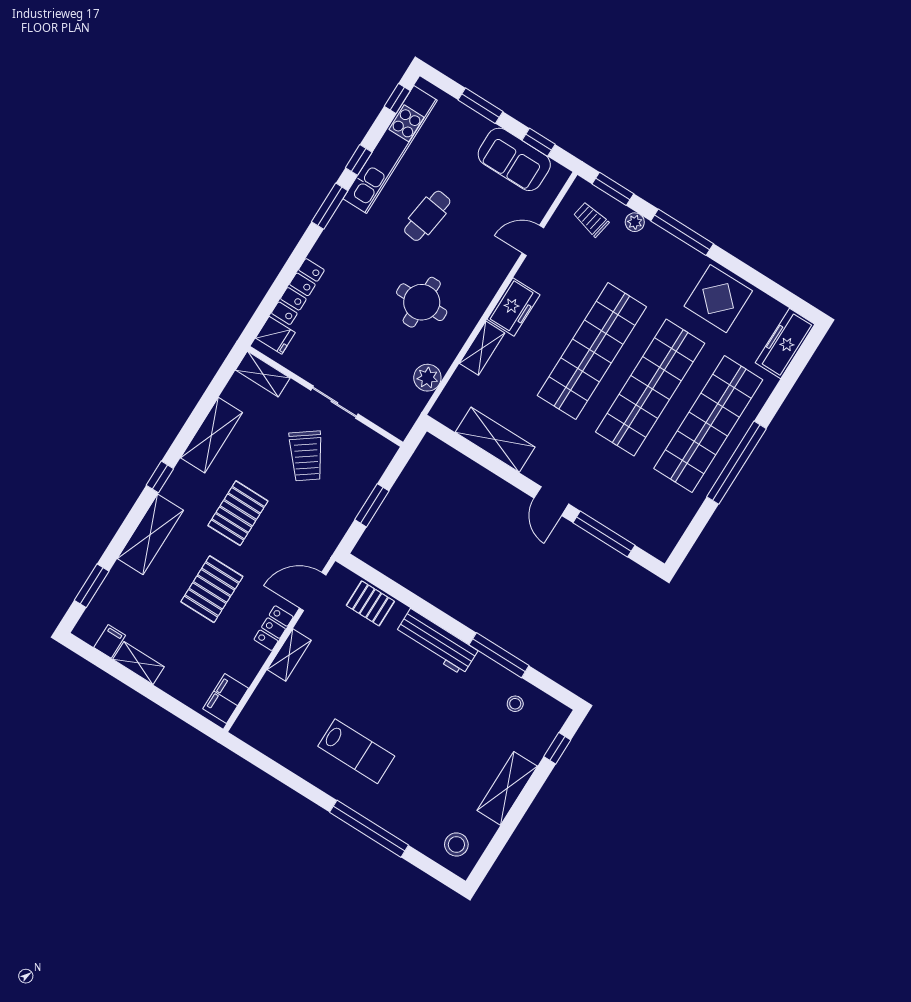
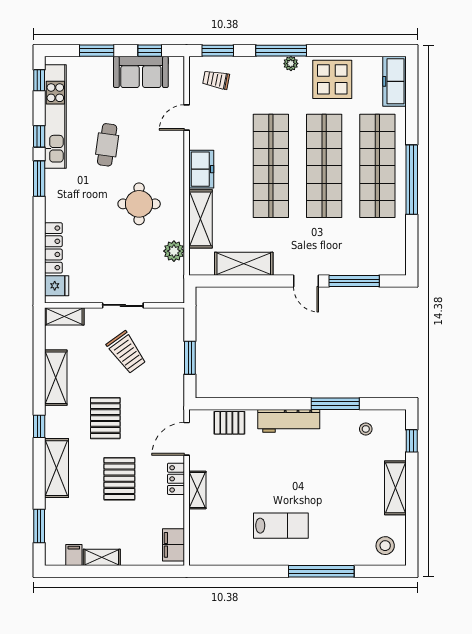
plant: (635, 222) -> (291, 64), moved
shelving: (482, 348) -> (200, 219), width x1.50, depth x1.33

